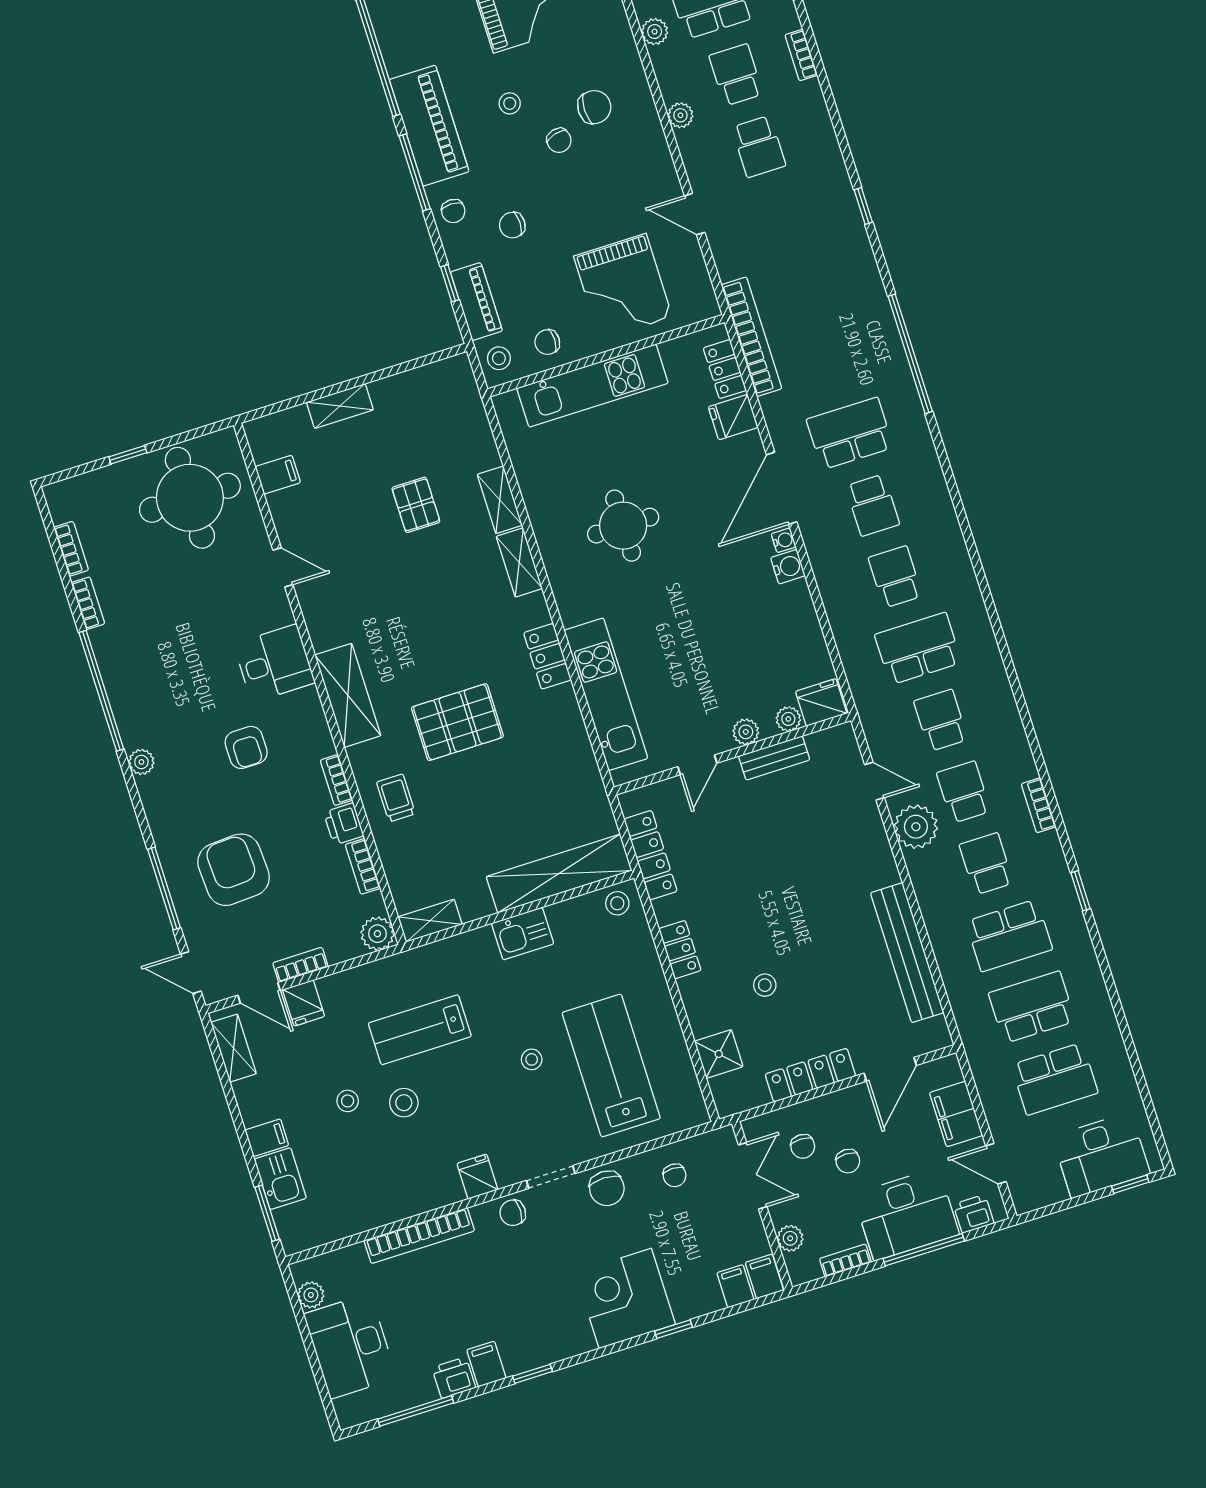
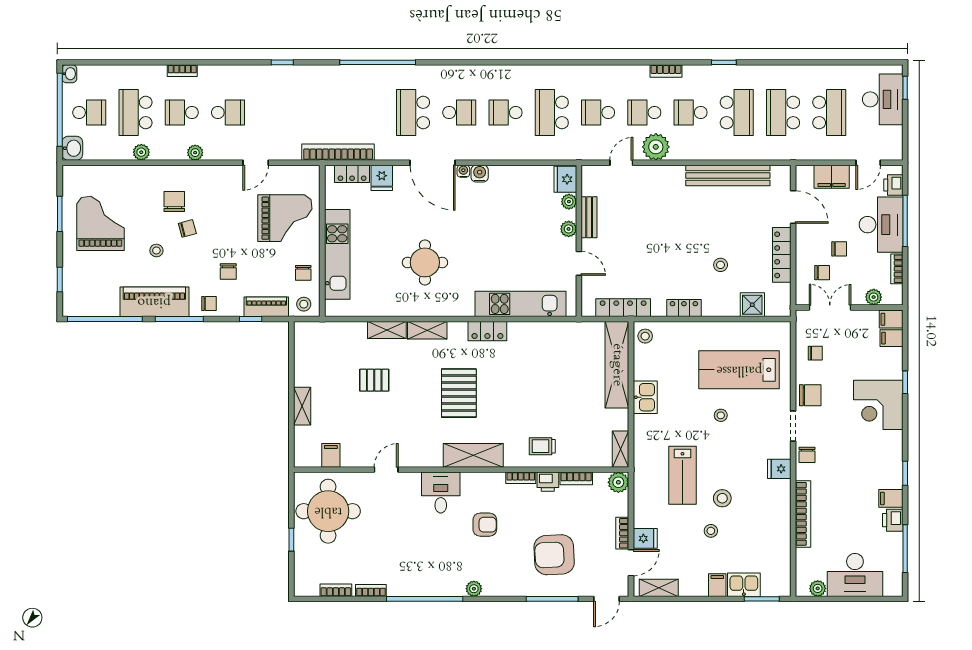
pallet: (457, 722) -> (459, 393), moved

